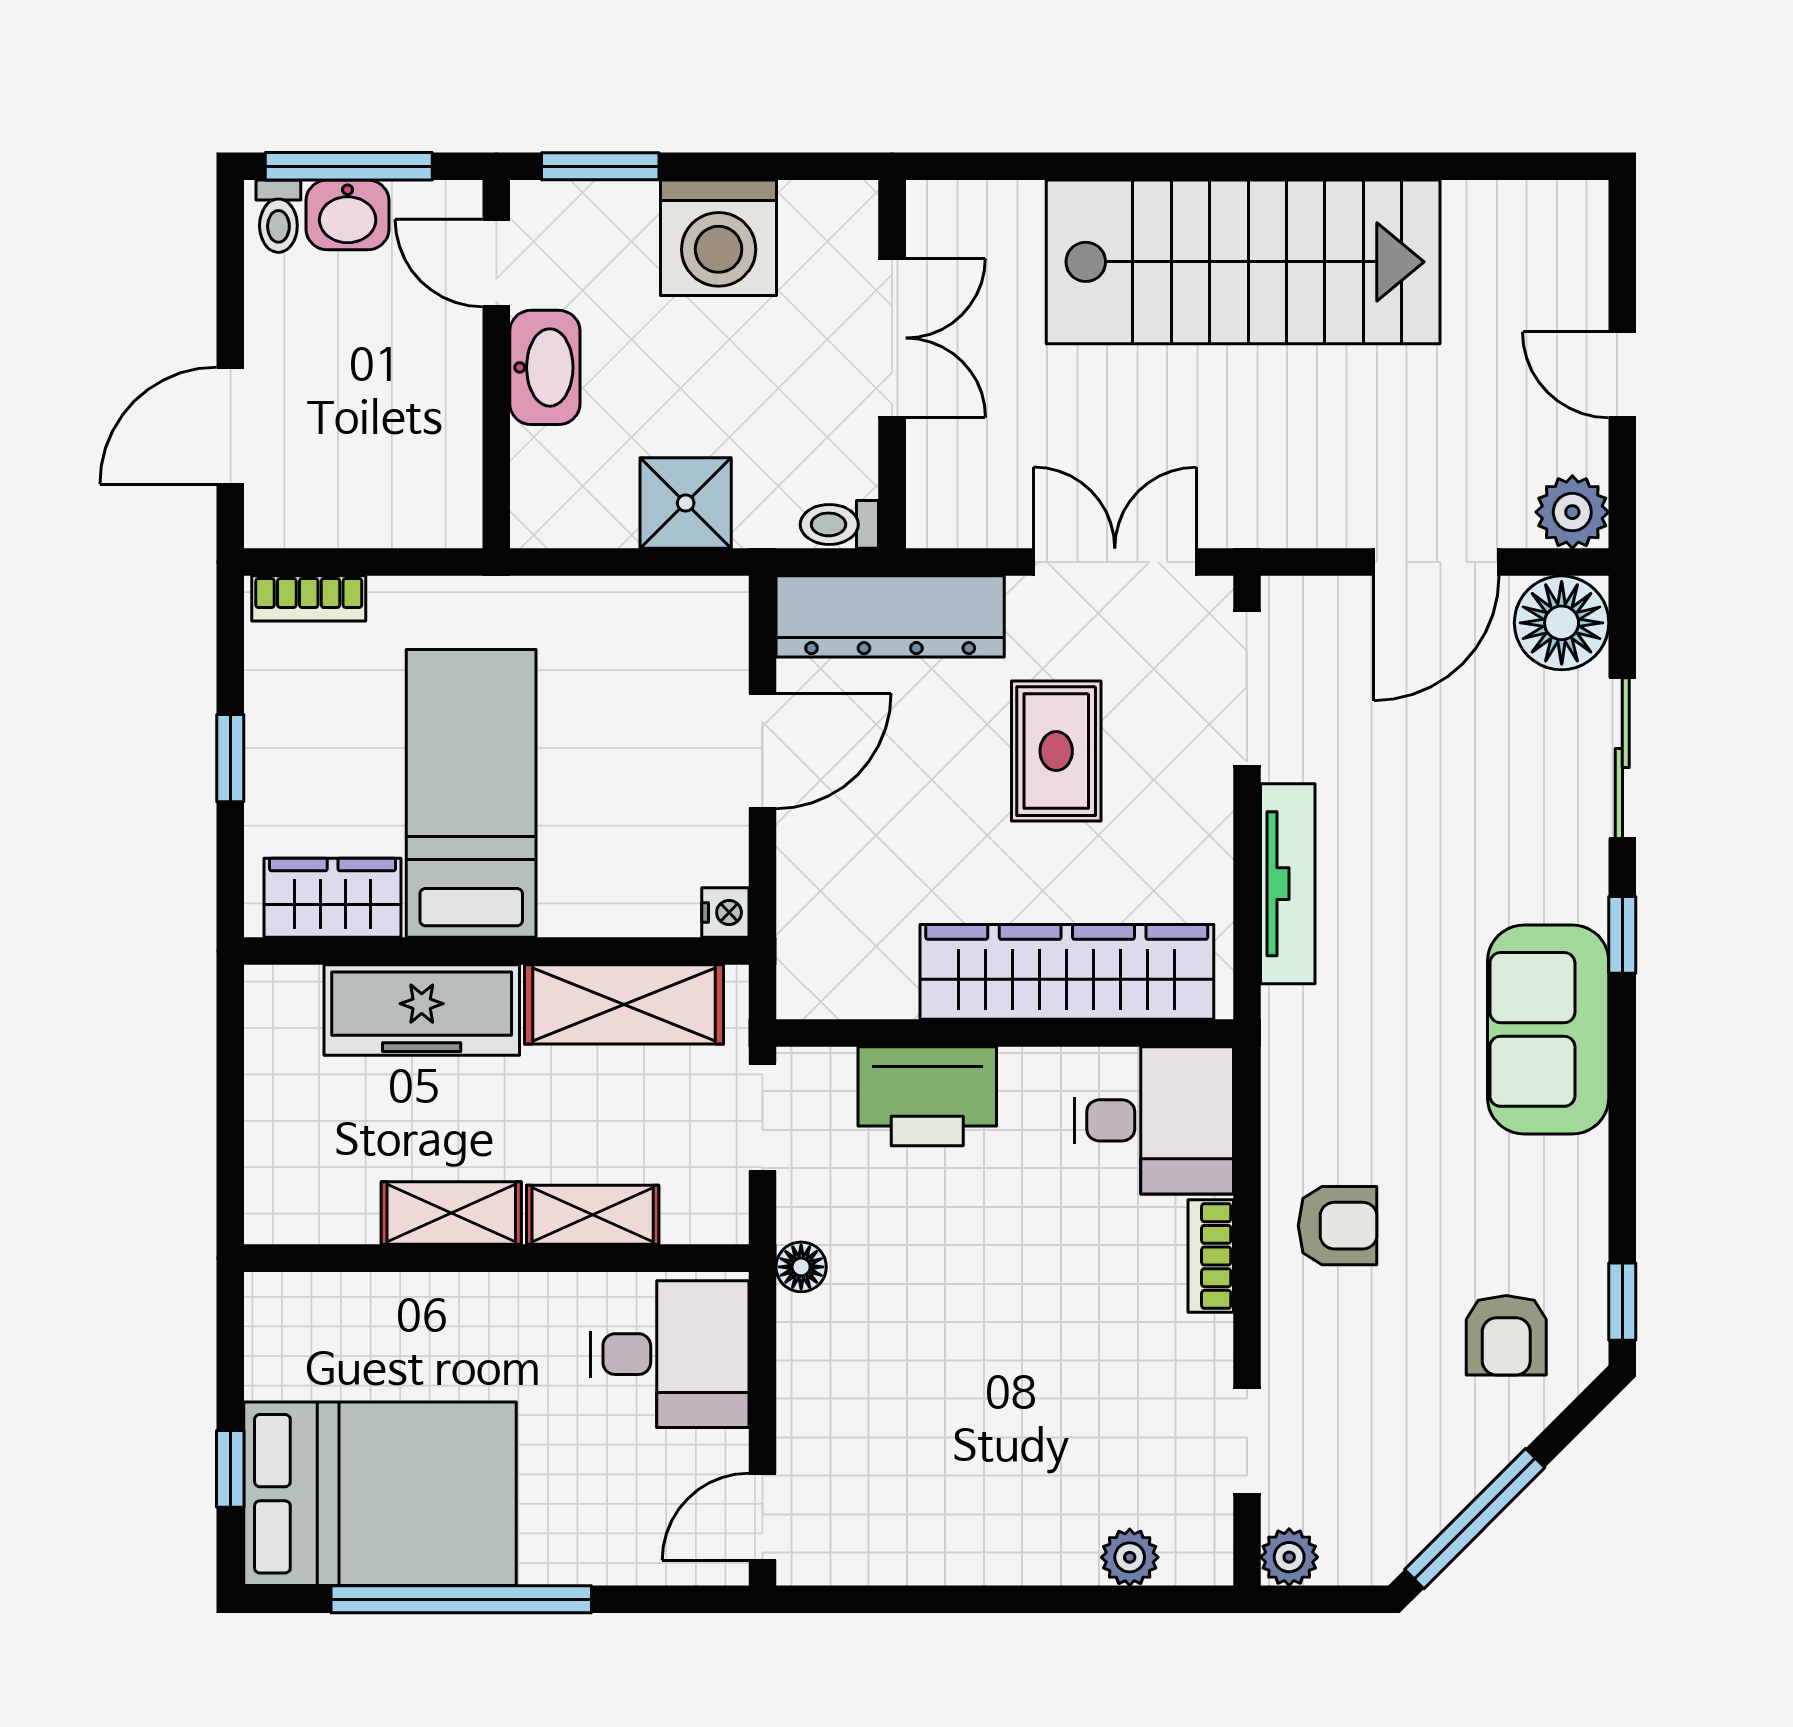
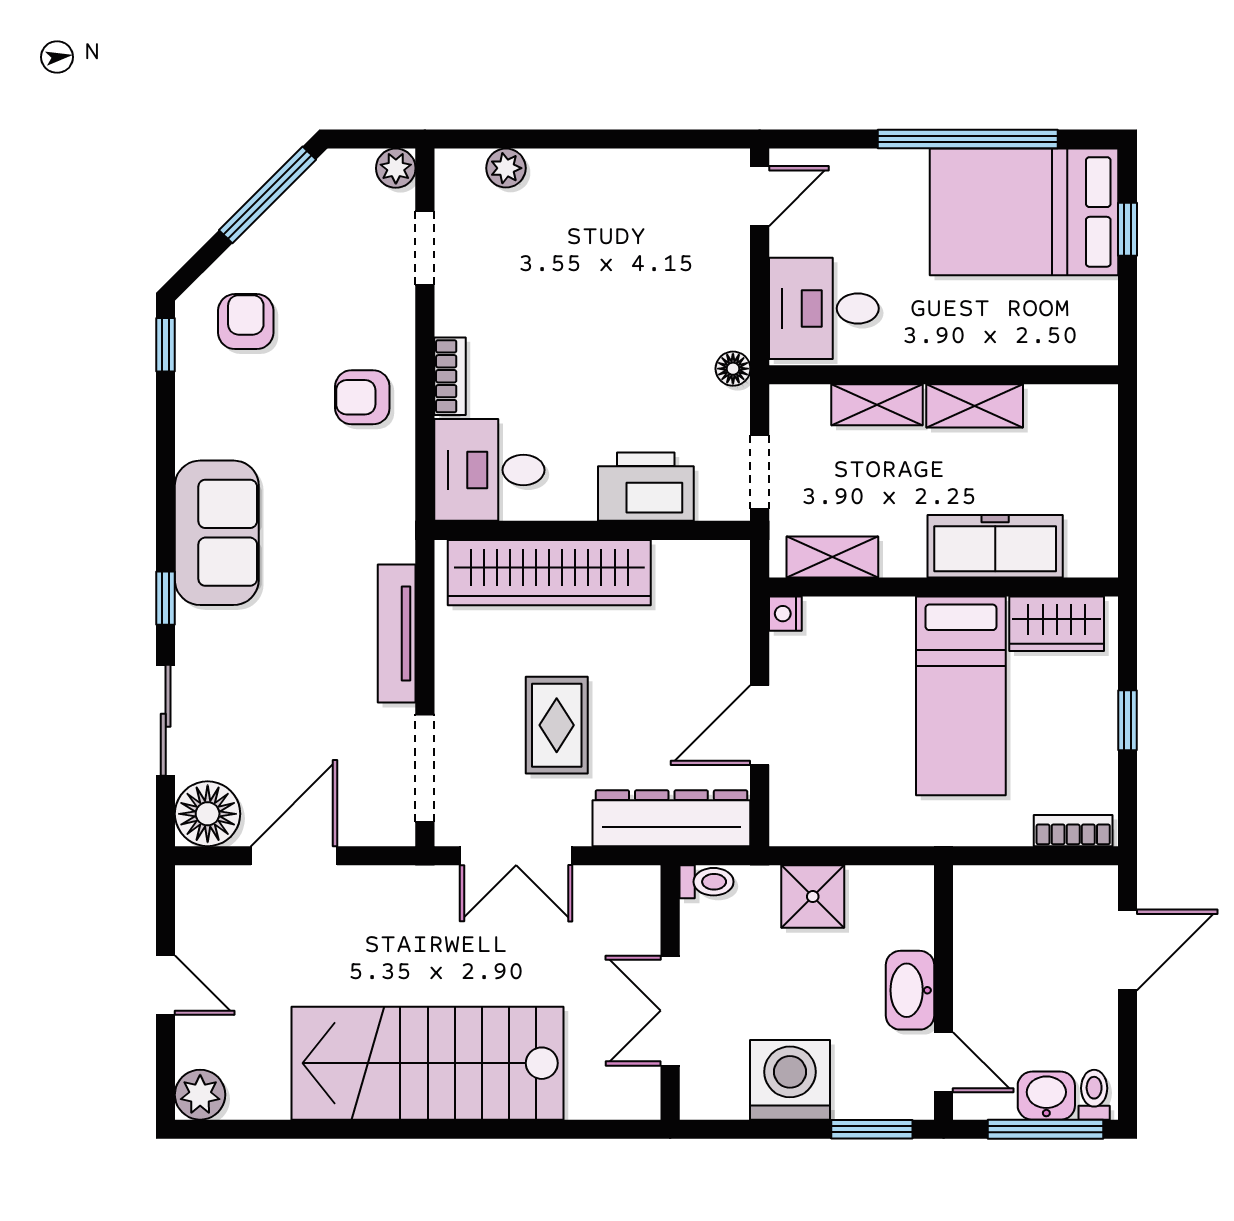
plant: (1572, 512) -> (200, 1095), moved
shelving: (624, 1004) -> (832, 557), width x0.67, depth x0.75

